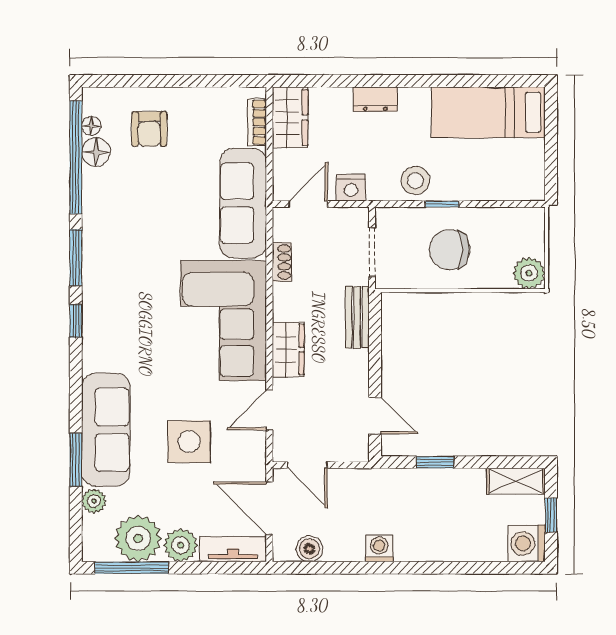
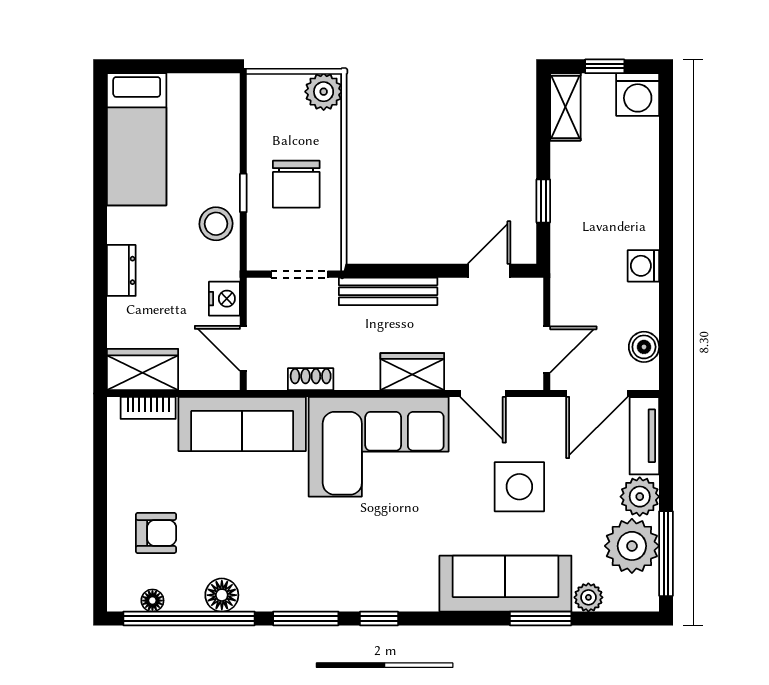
floor lamp: (96, 152) -> (222, 595), moved
bench: (357, 317) -> (388, 291), width x1.36

